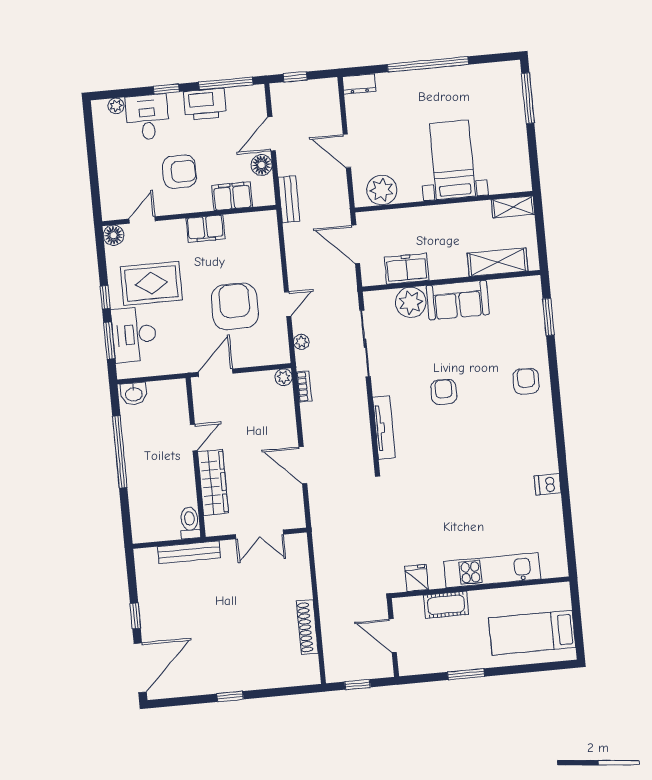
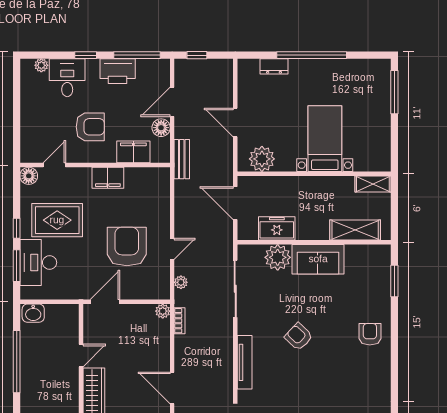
dresser: (359, 84) -> (274, 66), moved
armchair: (444, 392) -> (299, 337), turned -47

